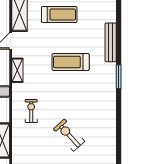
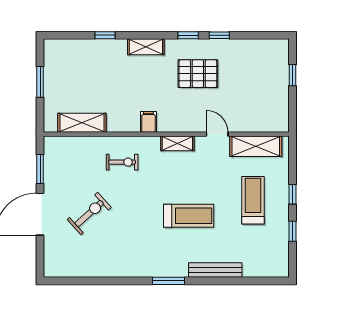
treadmill: (59, 14) -> (253, 200), turned 180
treadmill: (71, 62) -> (189, 216), turned 90

